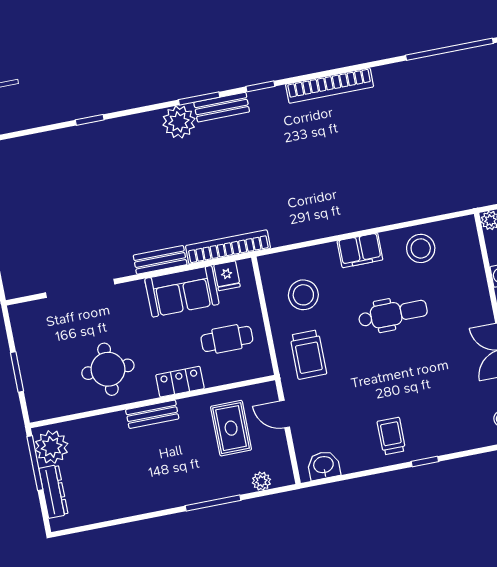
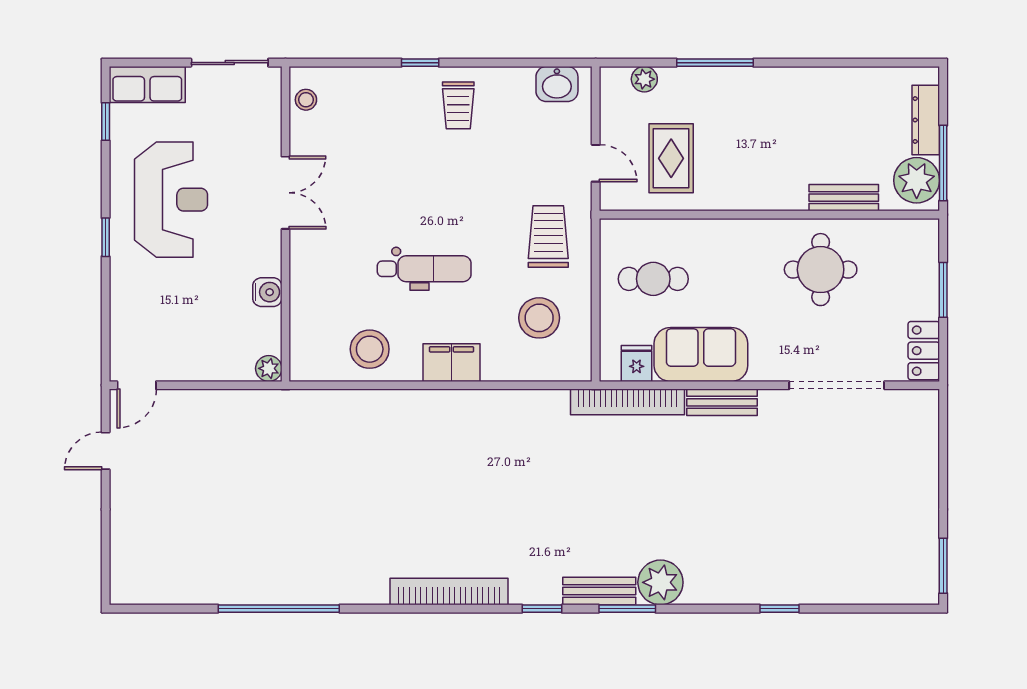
dental chair: (393, 314) -> (424, 269), turned 180
locker: (180, 382) -> (924, 351), moved, turned 90
bench: (152, 414) -> (844, 198), moved

